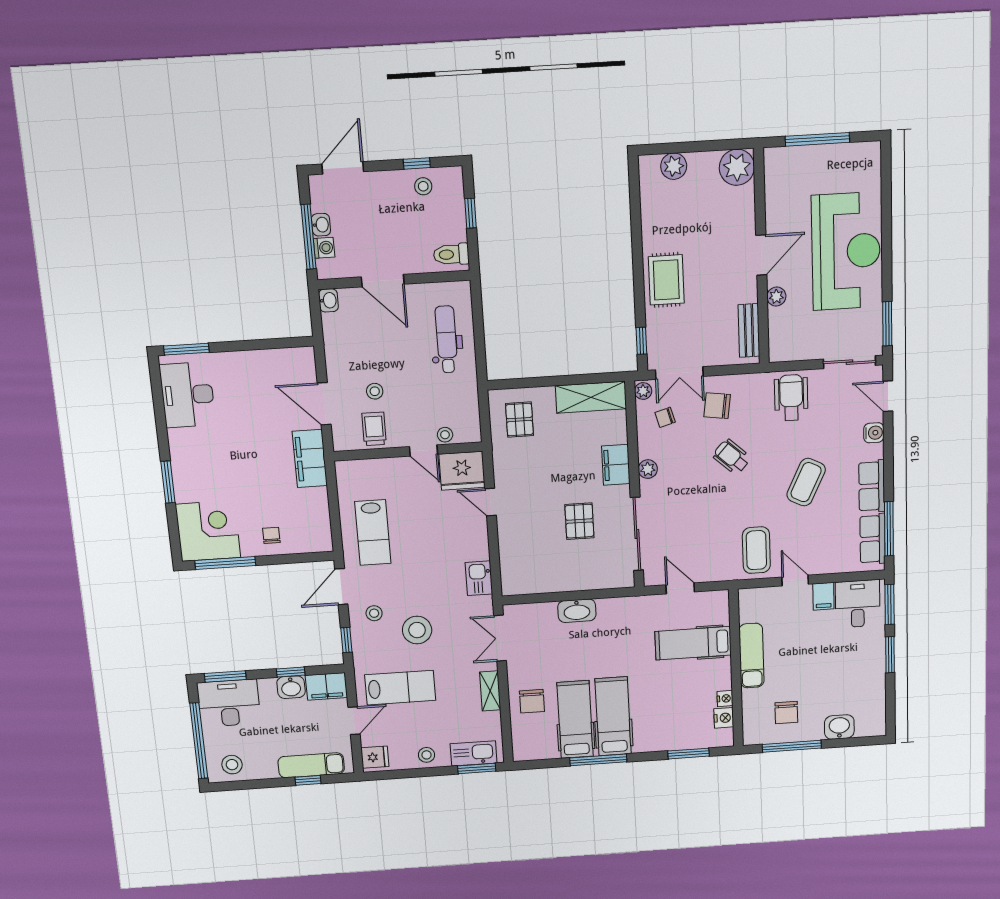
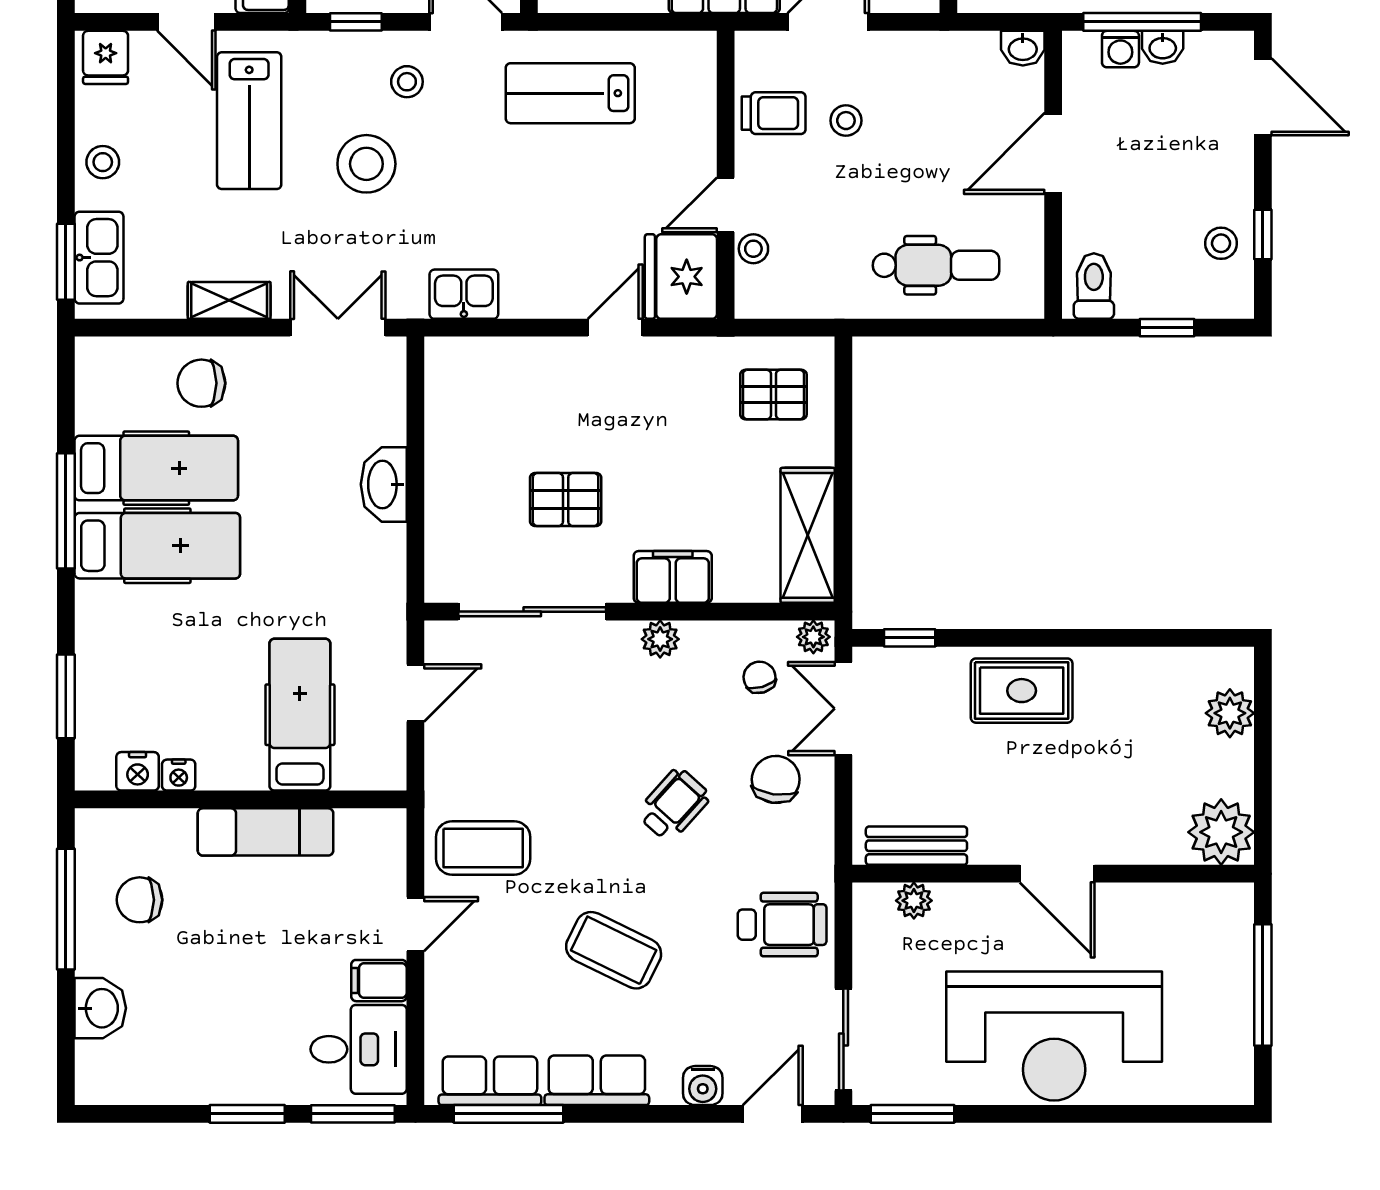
plant: (776, 297) -> (914, 901), moved

